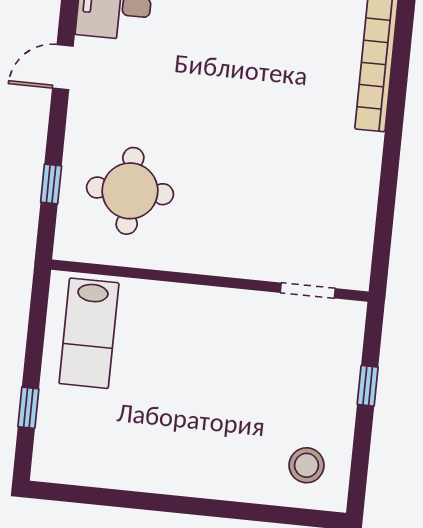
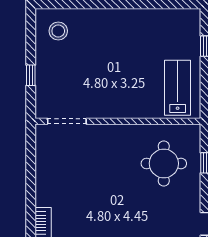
doorway: (308, 291) -> (67, 121), width x1.38

